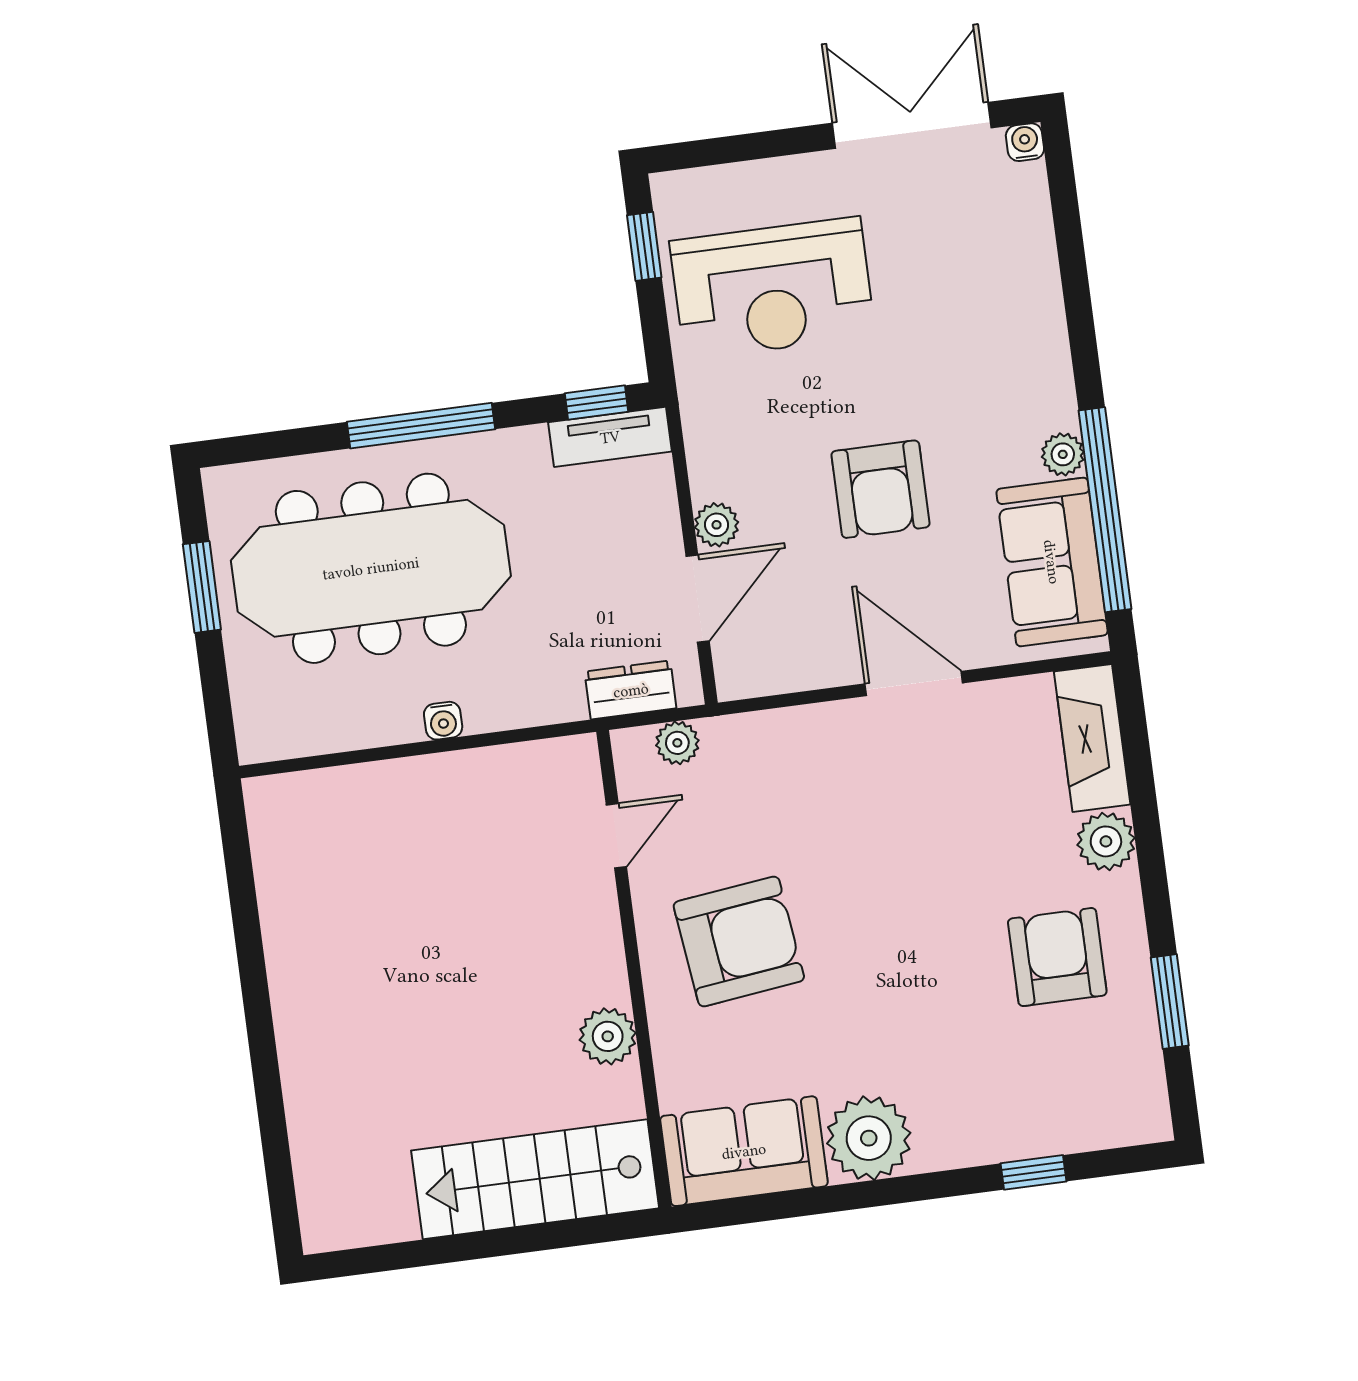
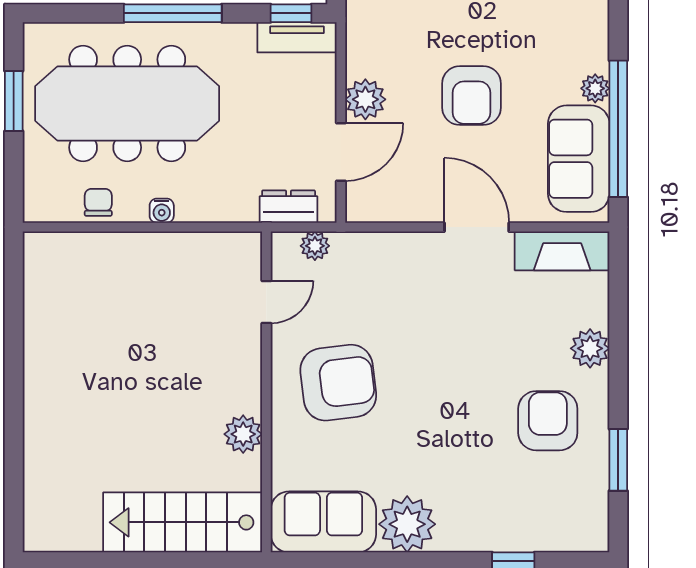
plant: (717, 525) -> (365, 99), width x1.38, depth x1.38
chair: (347, 721) -> (98, 202), added
fireplace: (1092, 738) -> (562, 251), moved, turned -90

